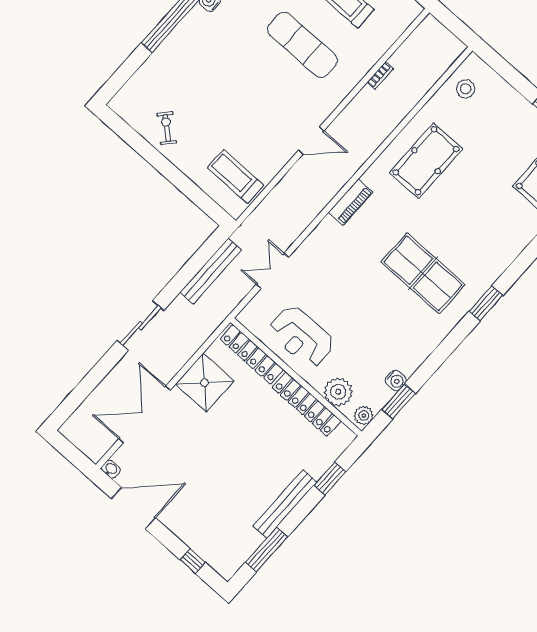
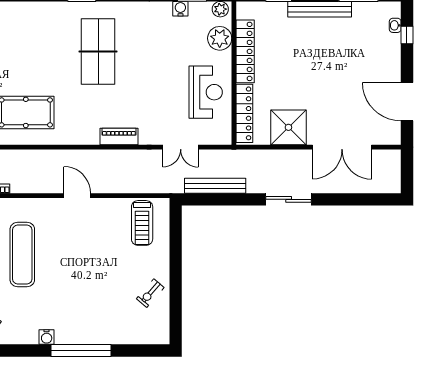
piano: (351, 202) -> (119, 136), moved
washbasin: (111, 469) -> (395, 25), moved

